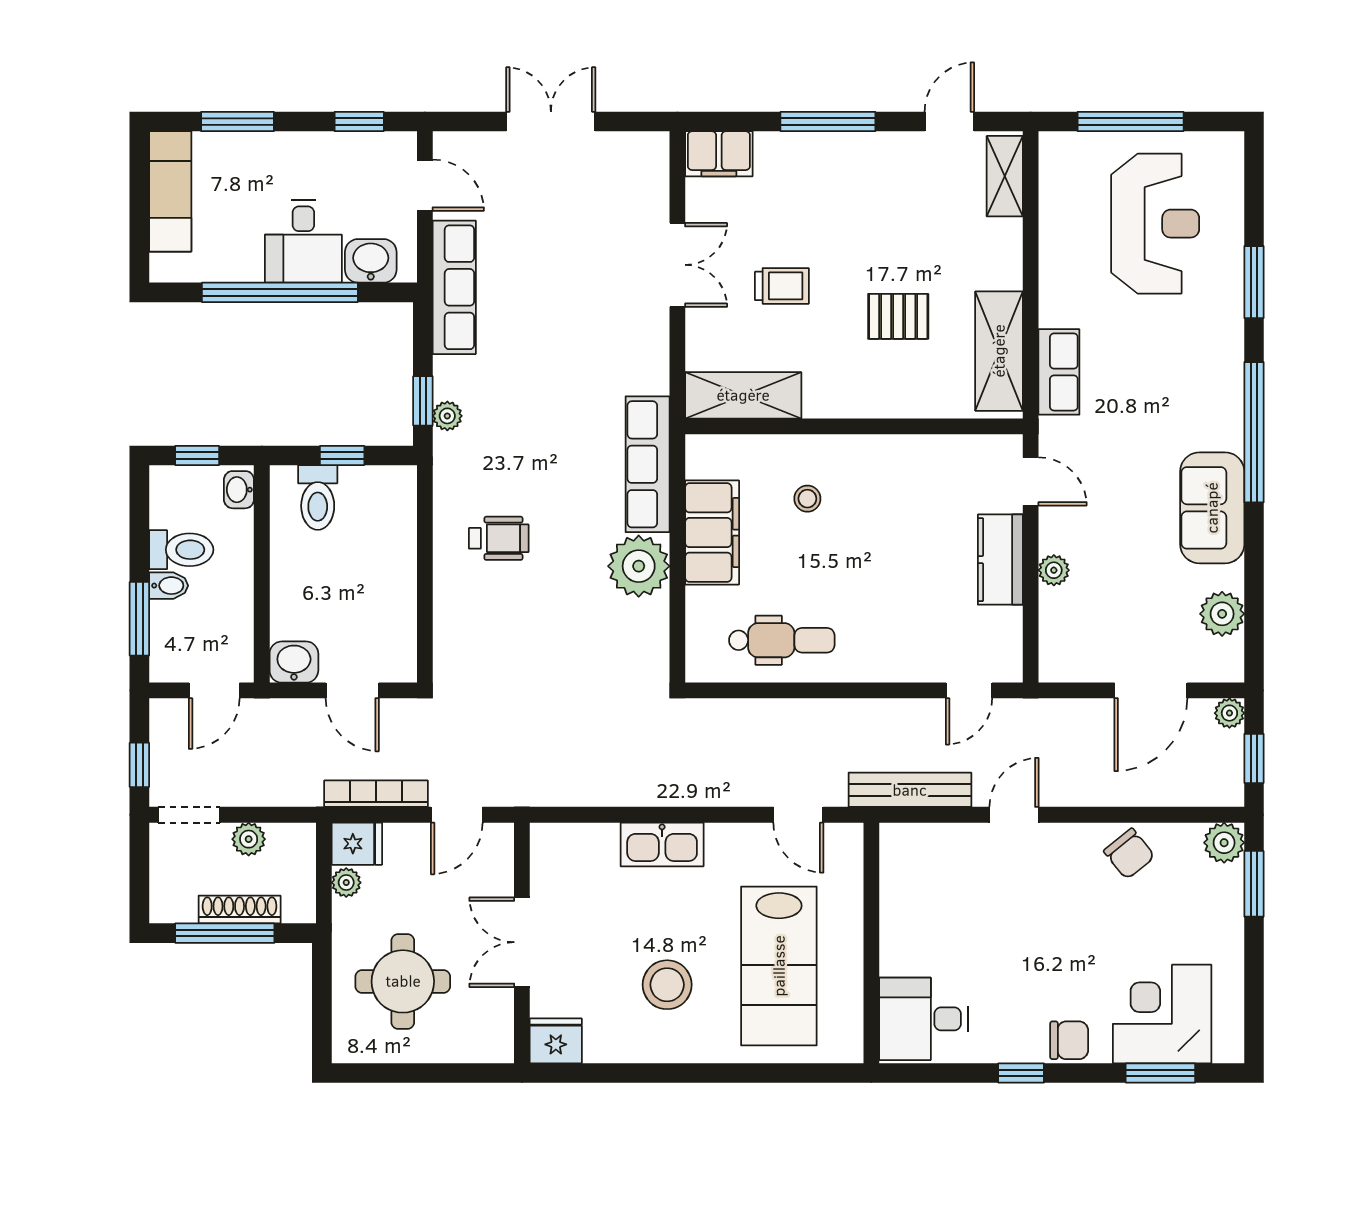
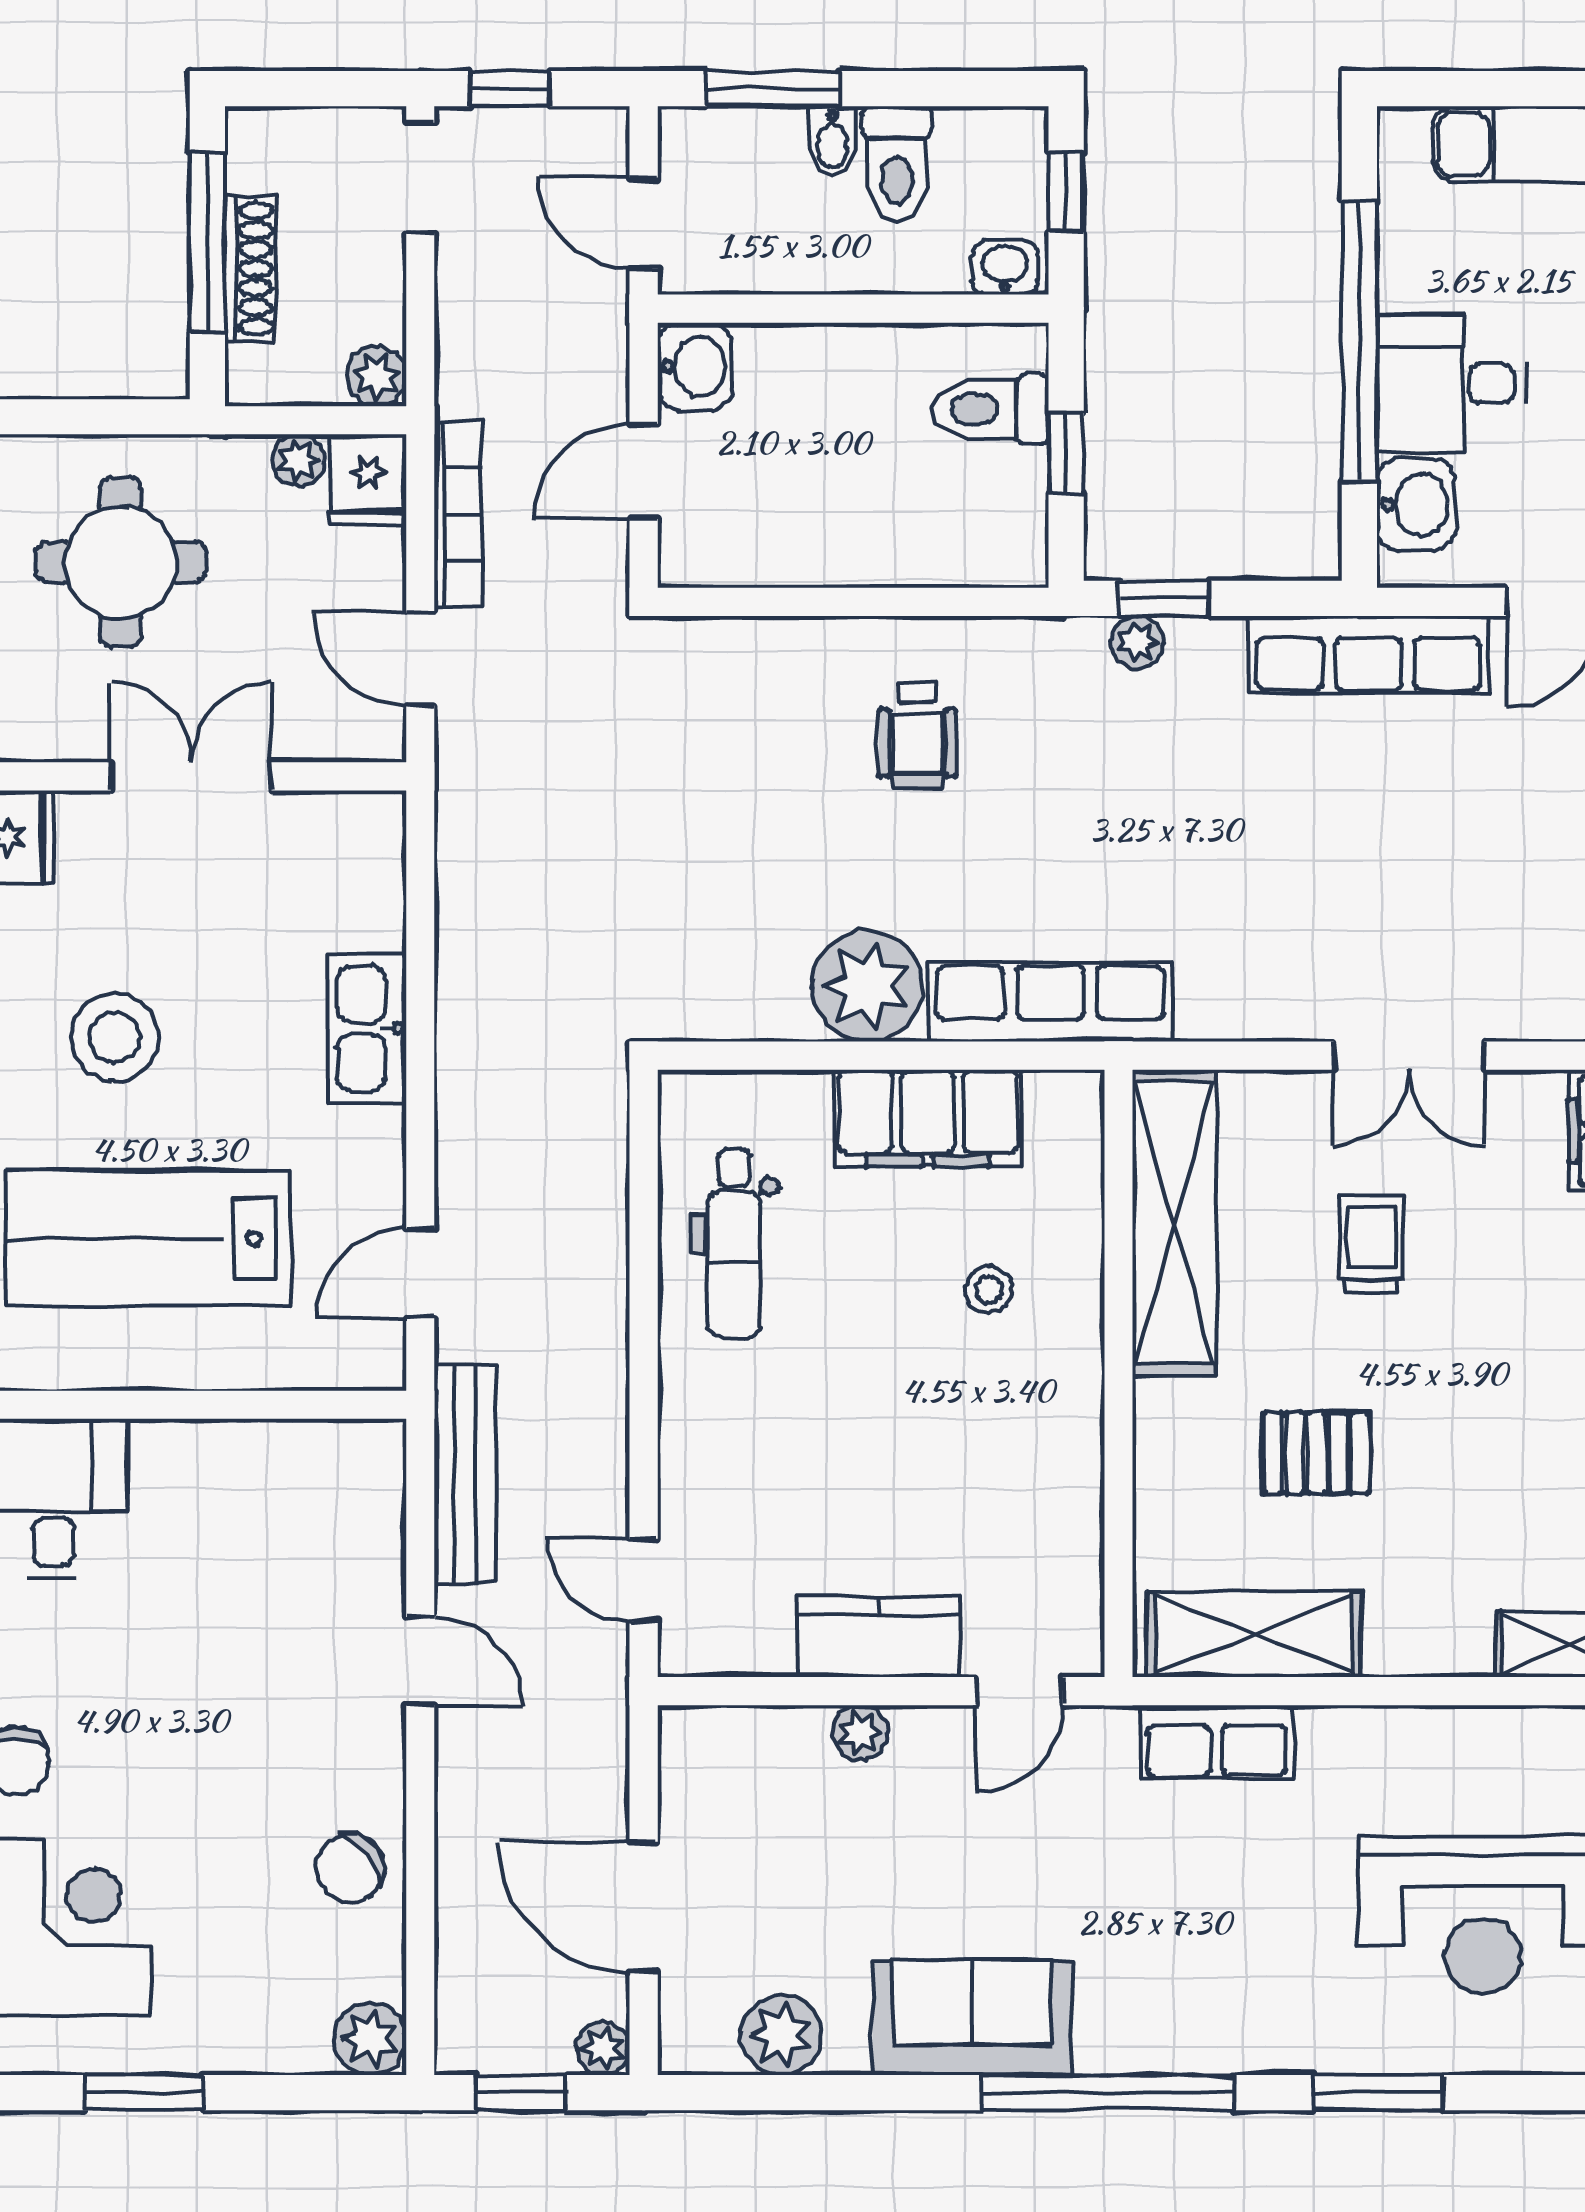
trolley: (782, 286) -> (1371, 1244), turned 180
pallet: (898, 316) -> (1316, 1453), turned 90
shelving: (743, 395) -> (1174, 1223), width x1.47
plant: (249, 839) -> (376, 376), moved
window: (1254, 884) -> (144, 2093), moved

